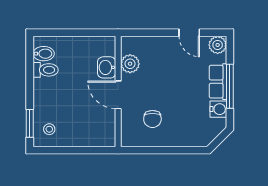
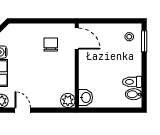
plant: (130, 64) -> (68, 101), moved
washbasin: (107, 67) -> (86, 98), moved
door: (118, 95) -> (77, 39), moved

